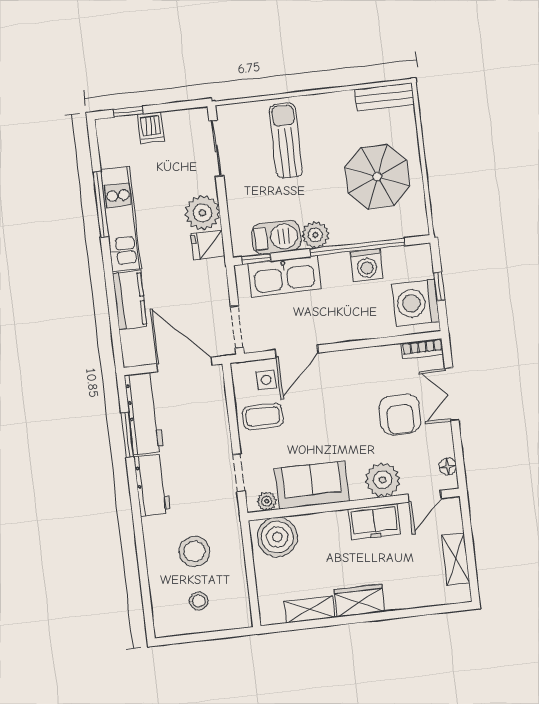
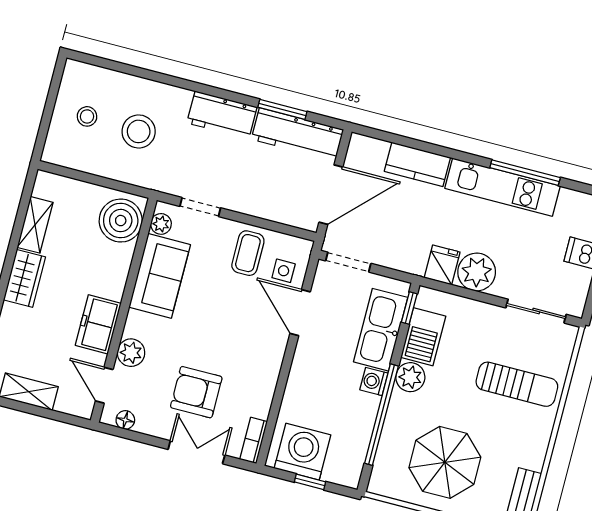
washing machine: (367, 265) -> (374, 381), moved, width x0.73, depth x0.73
plant: (383, 480) -> (131, 353), width x0.73, depth x0.73

